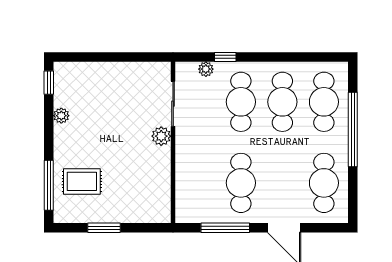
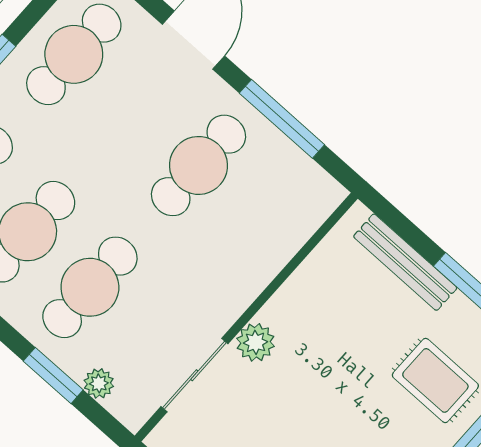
window: (225, 57) -> (53, 376), width x1.50
bench: (132, 215) -> (405, 262), added

